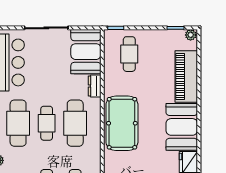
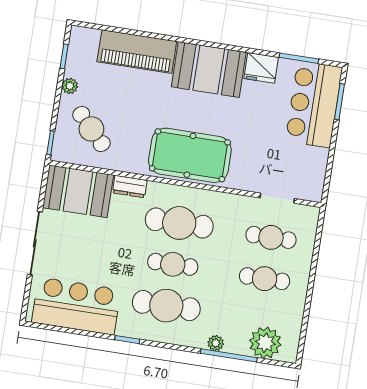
plant: (191, 35) -> (70, 86), moved
cafe table: (129, 54) -> (91, 129), turned 46

